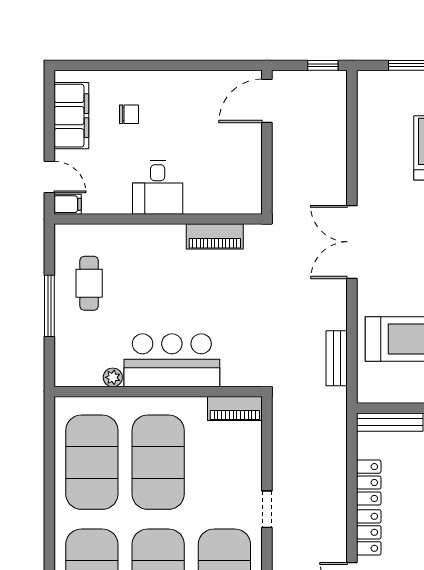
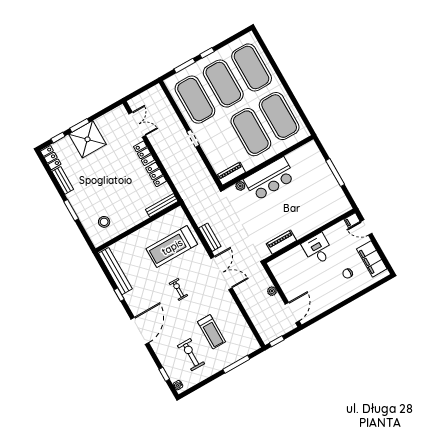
plant: (281, 159) -> (272, 291), added
cafe table: (89, 283) -> (324, 192), removed
bench: (337, 358) -> (210, 237), moved
plant: (113, 377) -> (240, 186), moved

